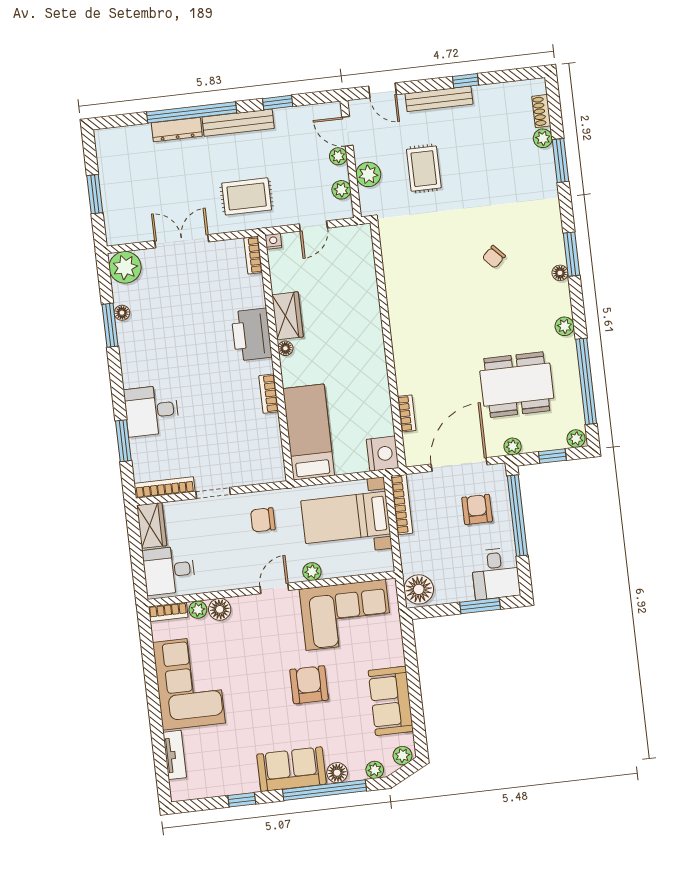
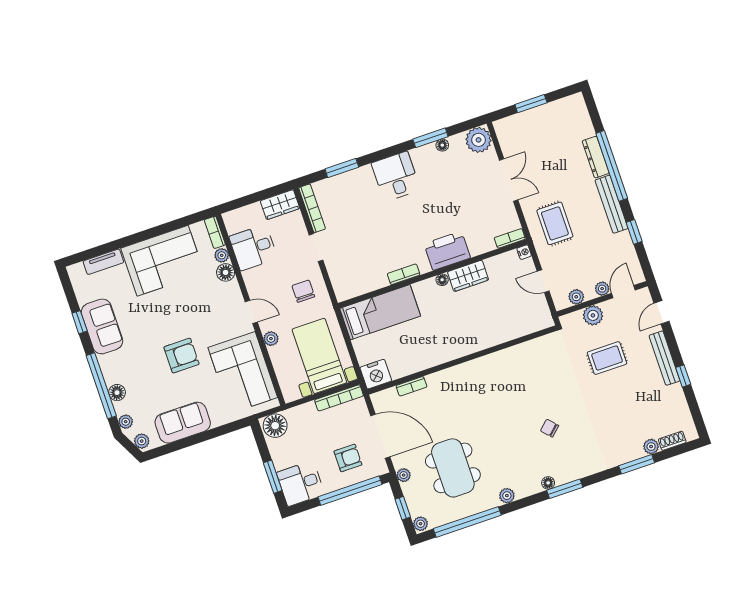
desk: (152, 411) -> (396, 176), moved
desk: (169, 570) -> (253, 248), moved, turned -90
sofa: (292, 769) -> (102, 326), moved

